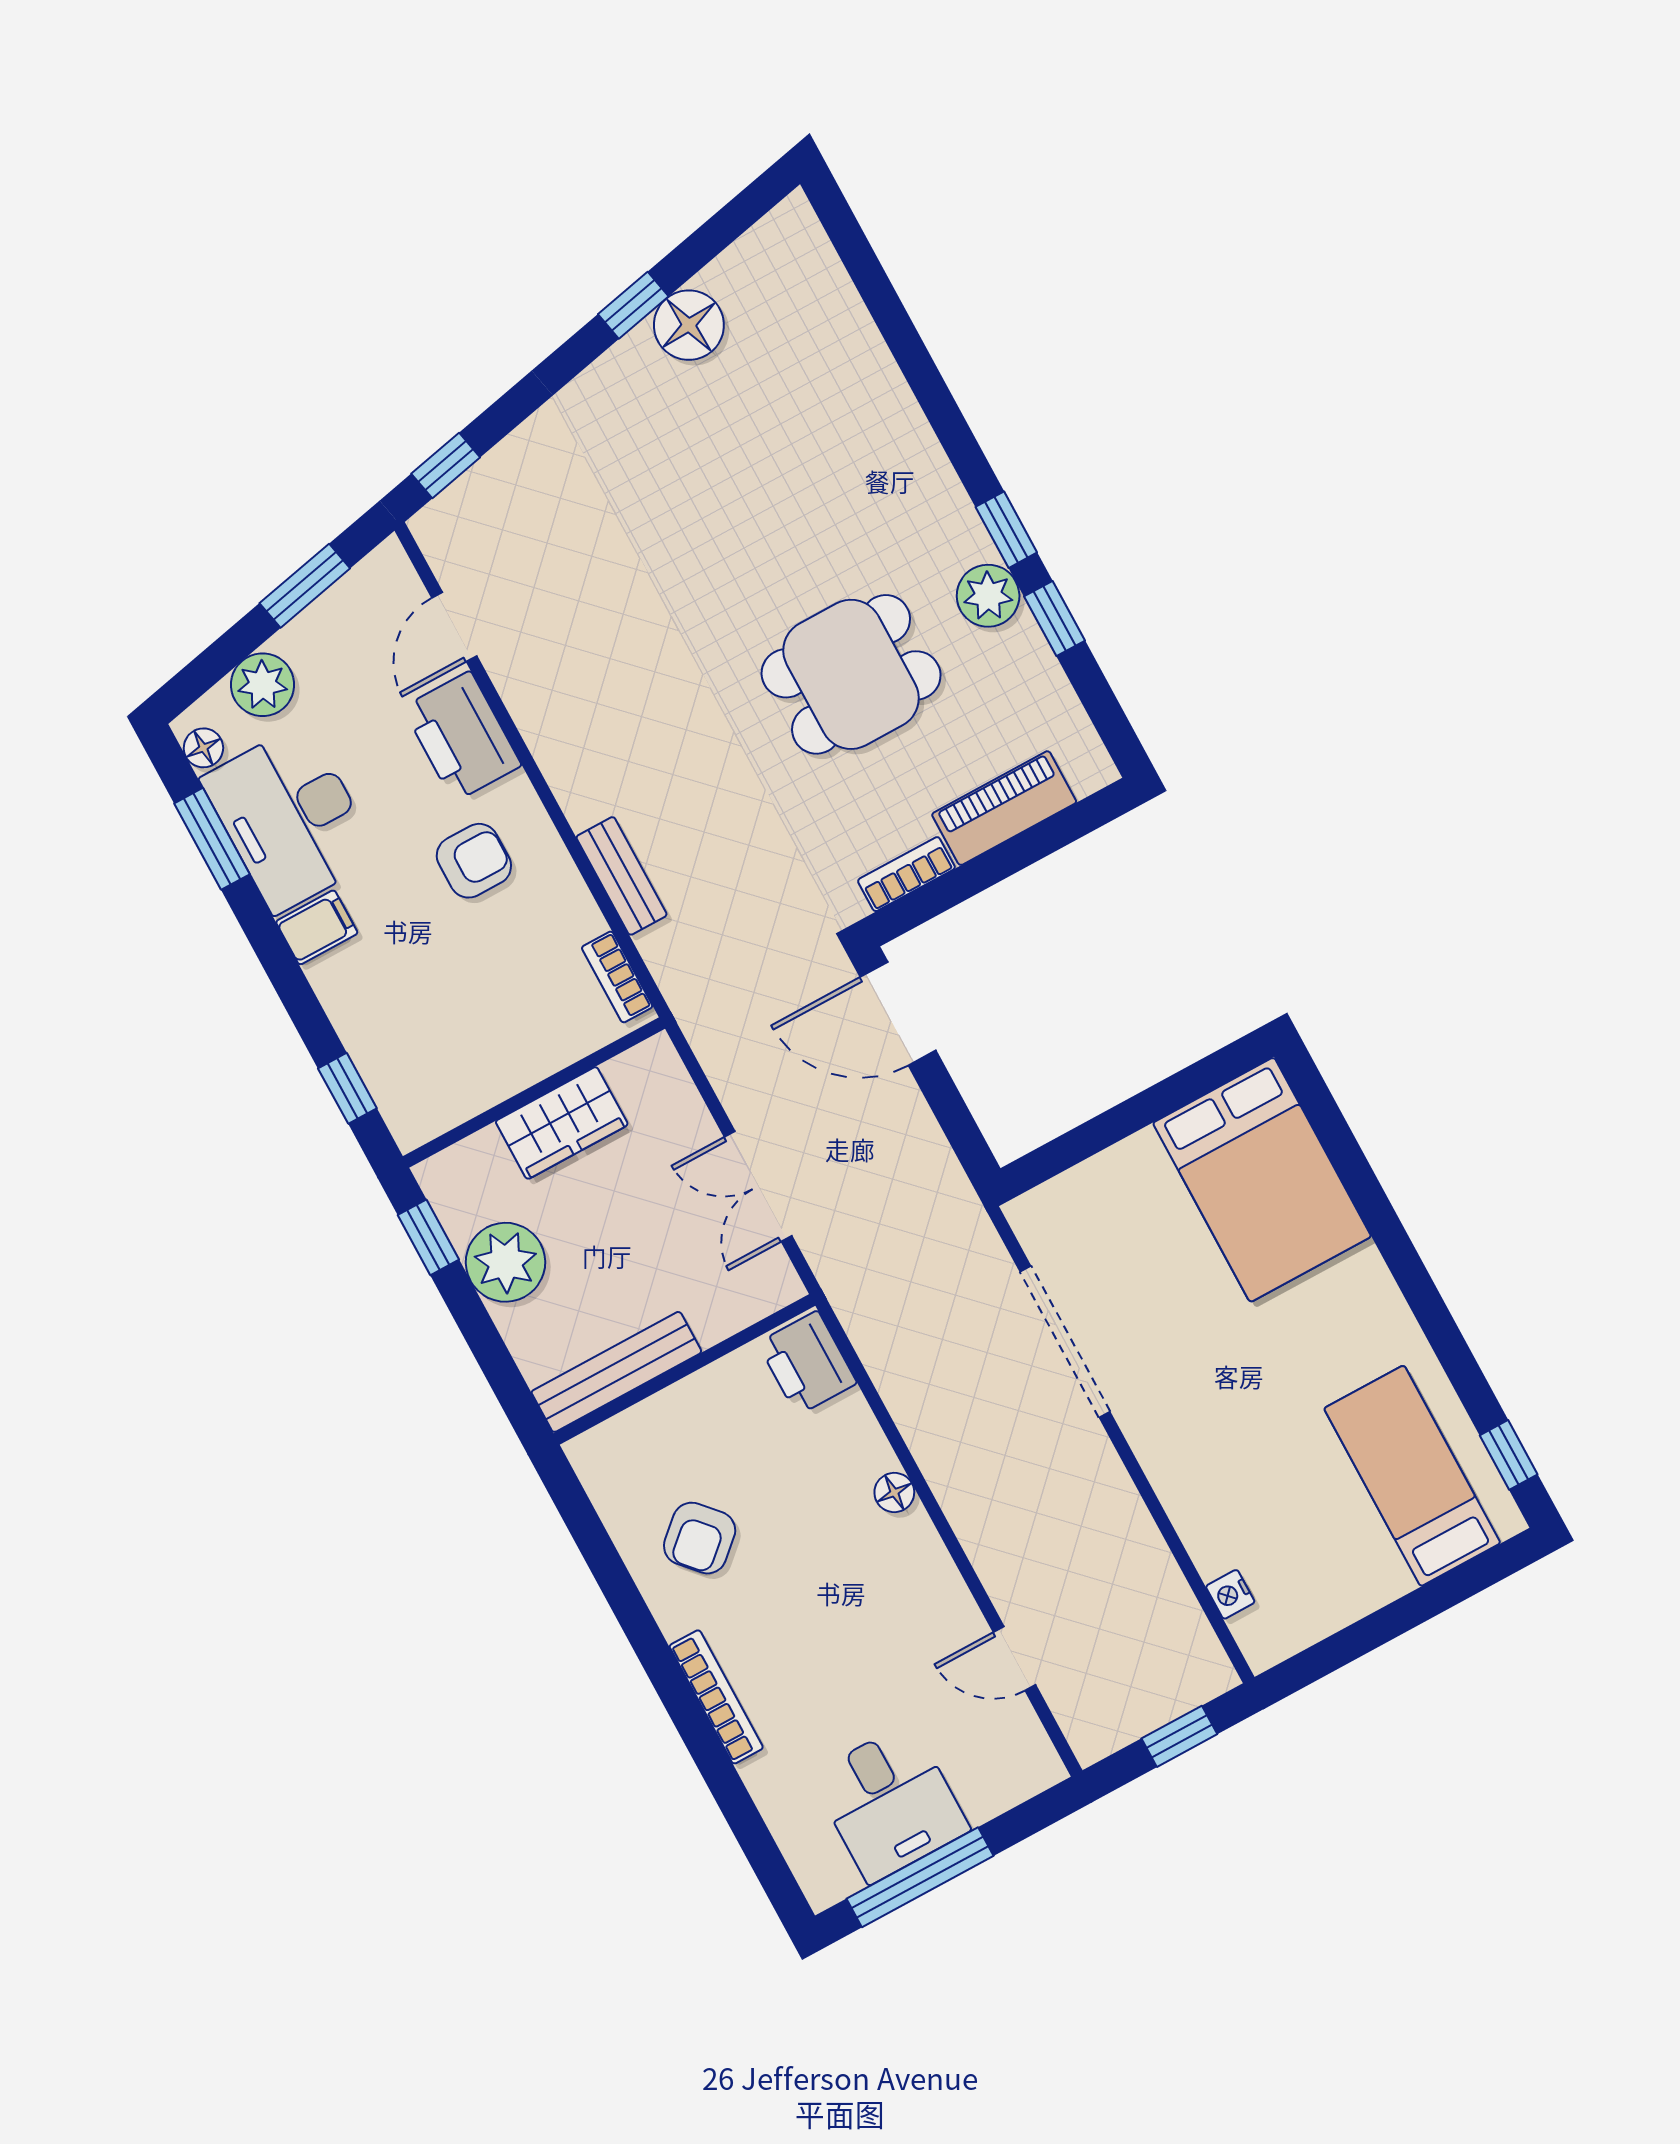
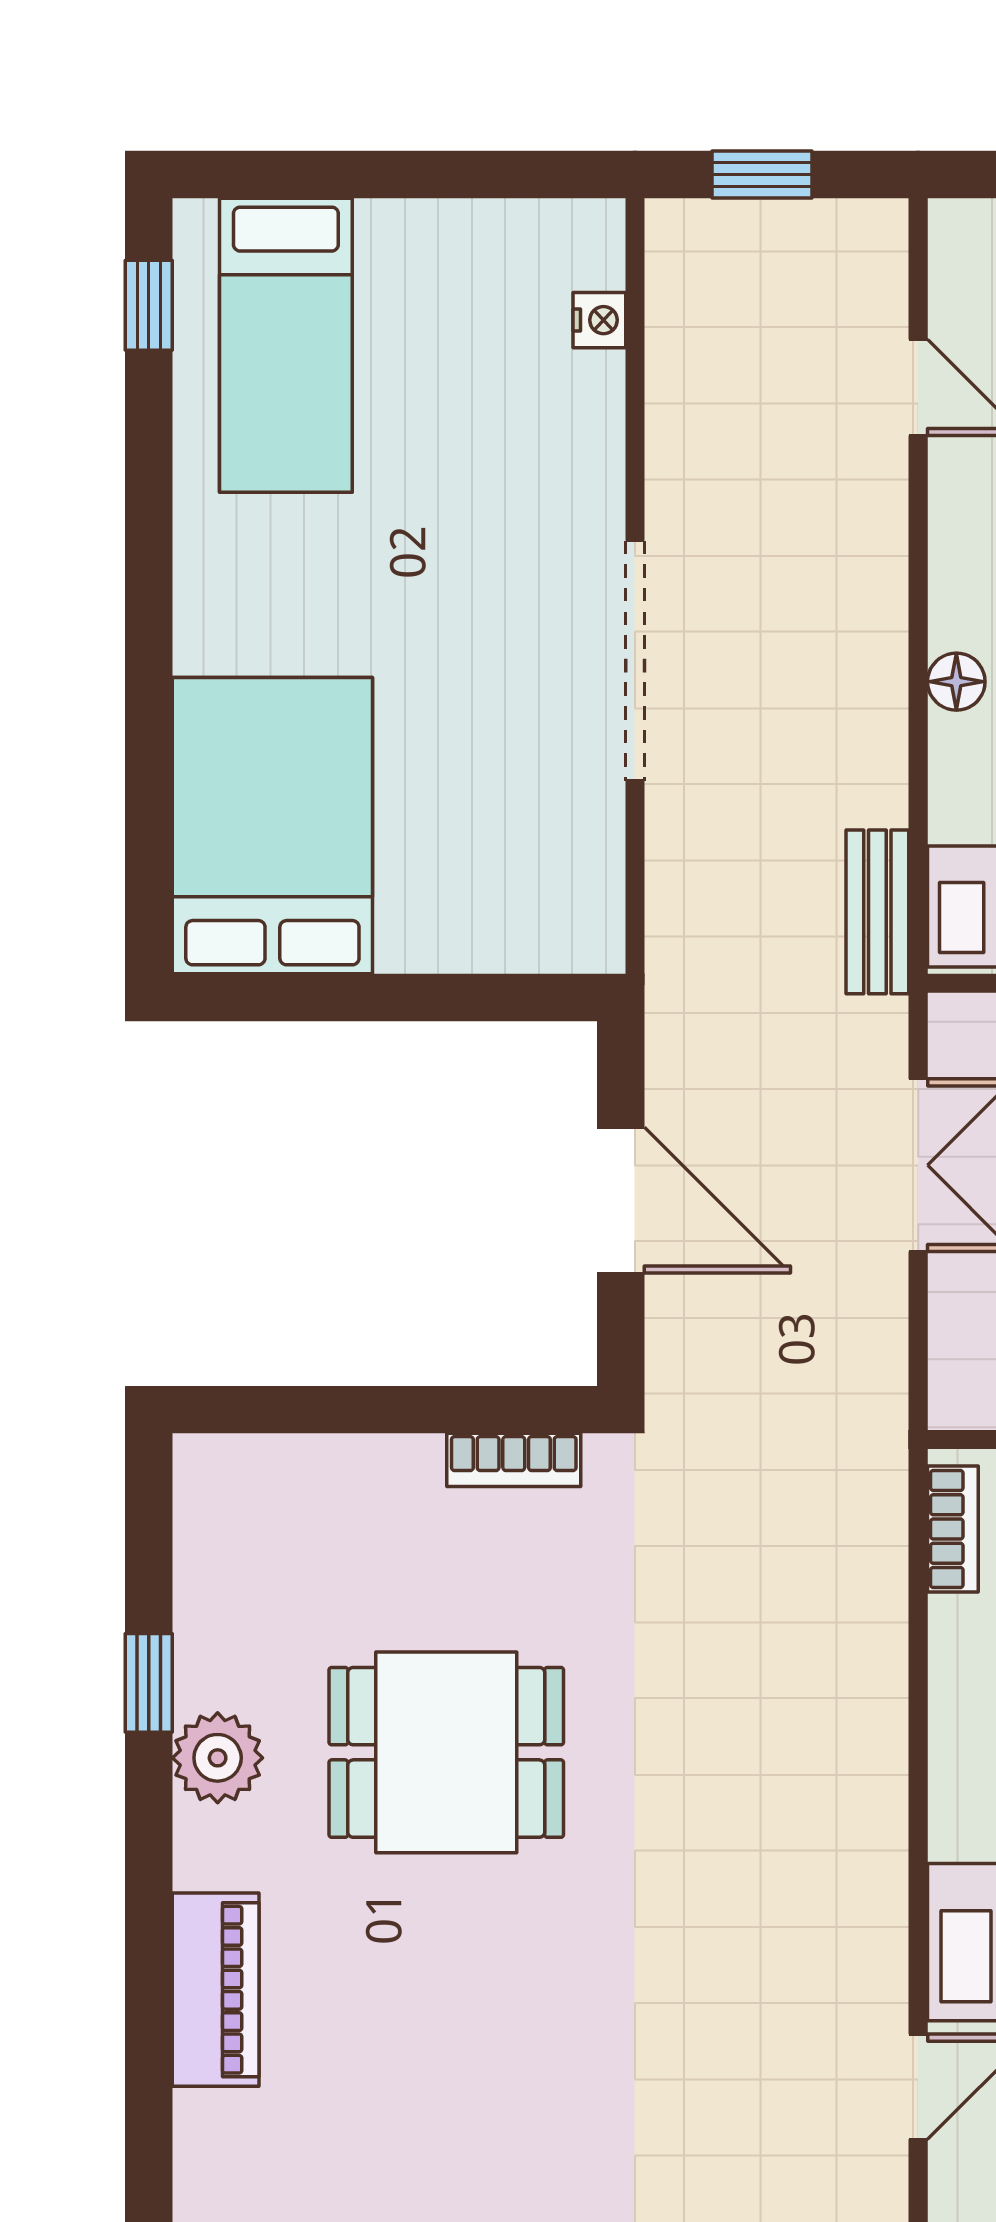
window: (1006, 530) -> (149, 1829), removed
piano: (1004, 808) -> (216, 1990), moved, turned -90
bench: (622, 876) -> (877, 912), moved
door: (898, 1014) -> (621, 1200), moved
doorway: (1065, 1342) -> (635, 661), moved

